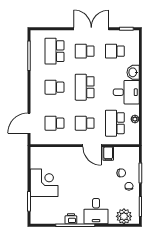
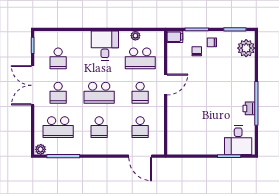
plant: (35, 36) -> (41, 149), added
washbasin: (133, 72) -> (82, 38), removed
filing cabinet: (108, 154) -> (175, 37), moved
corner desk: (44, 183) -> (208, 139), removed
desk: (96, 211) -> (238, 140), moved, turned 90

